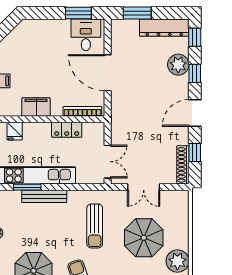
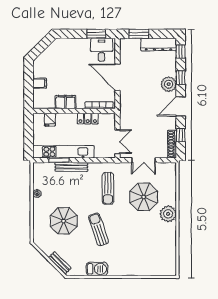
plant: (178, 65) -> (169, 84), moved

